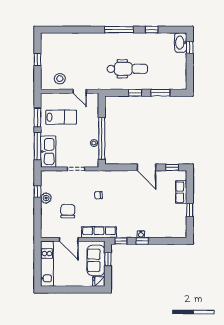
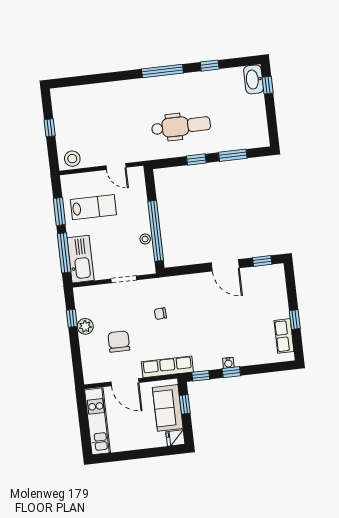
stool: (60, 79) -> (72, 159), moved
row of seats: (181, 192) -> (284, 336), moved

